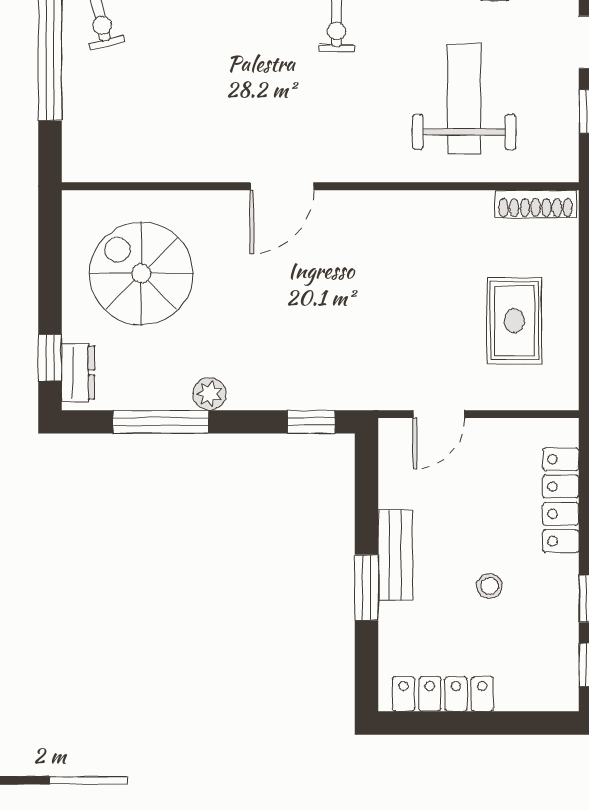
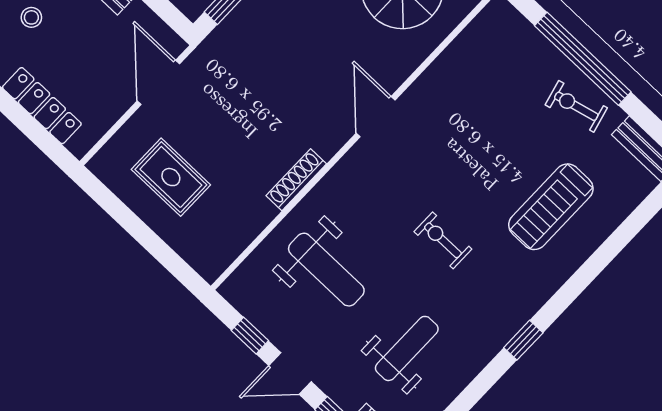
shoe rack: (536, 204) -> (296, 180), moved
door: (439, 414) -> (158, 82), width x1.38

